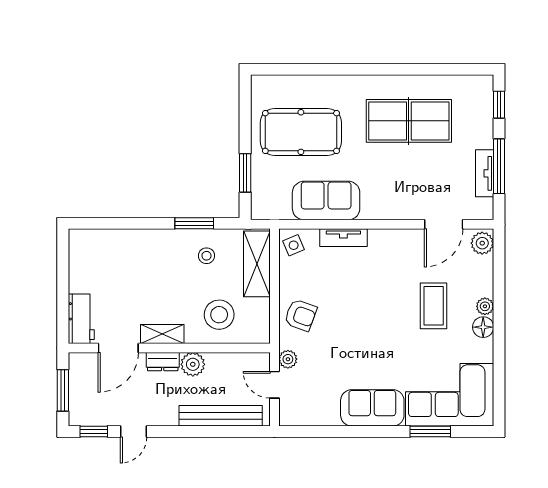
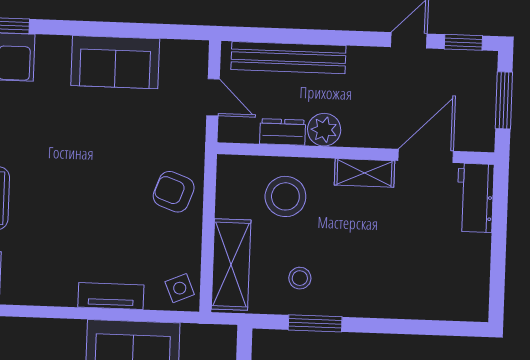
plant: (288, 359) -> (193, 132), removed
dresser: (163, 362) -> (283, 132), moved
sofa: (372, 408) -> (115, 62), moved

